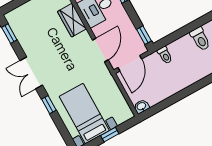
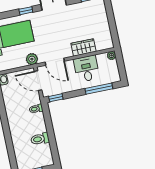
plant: (106, 79) -> (32, 59), added

